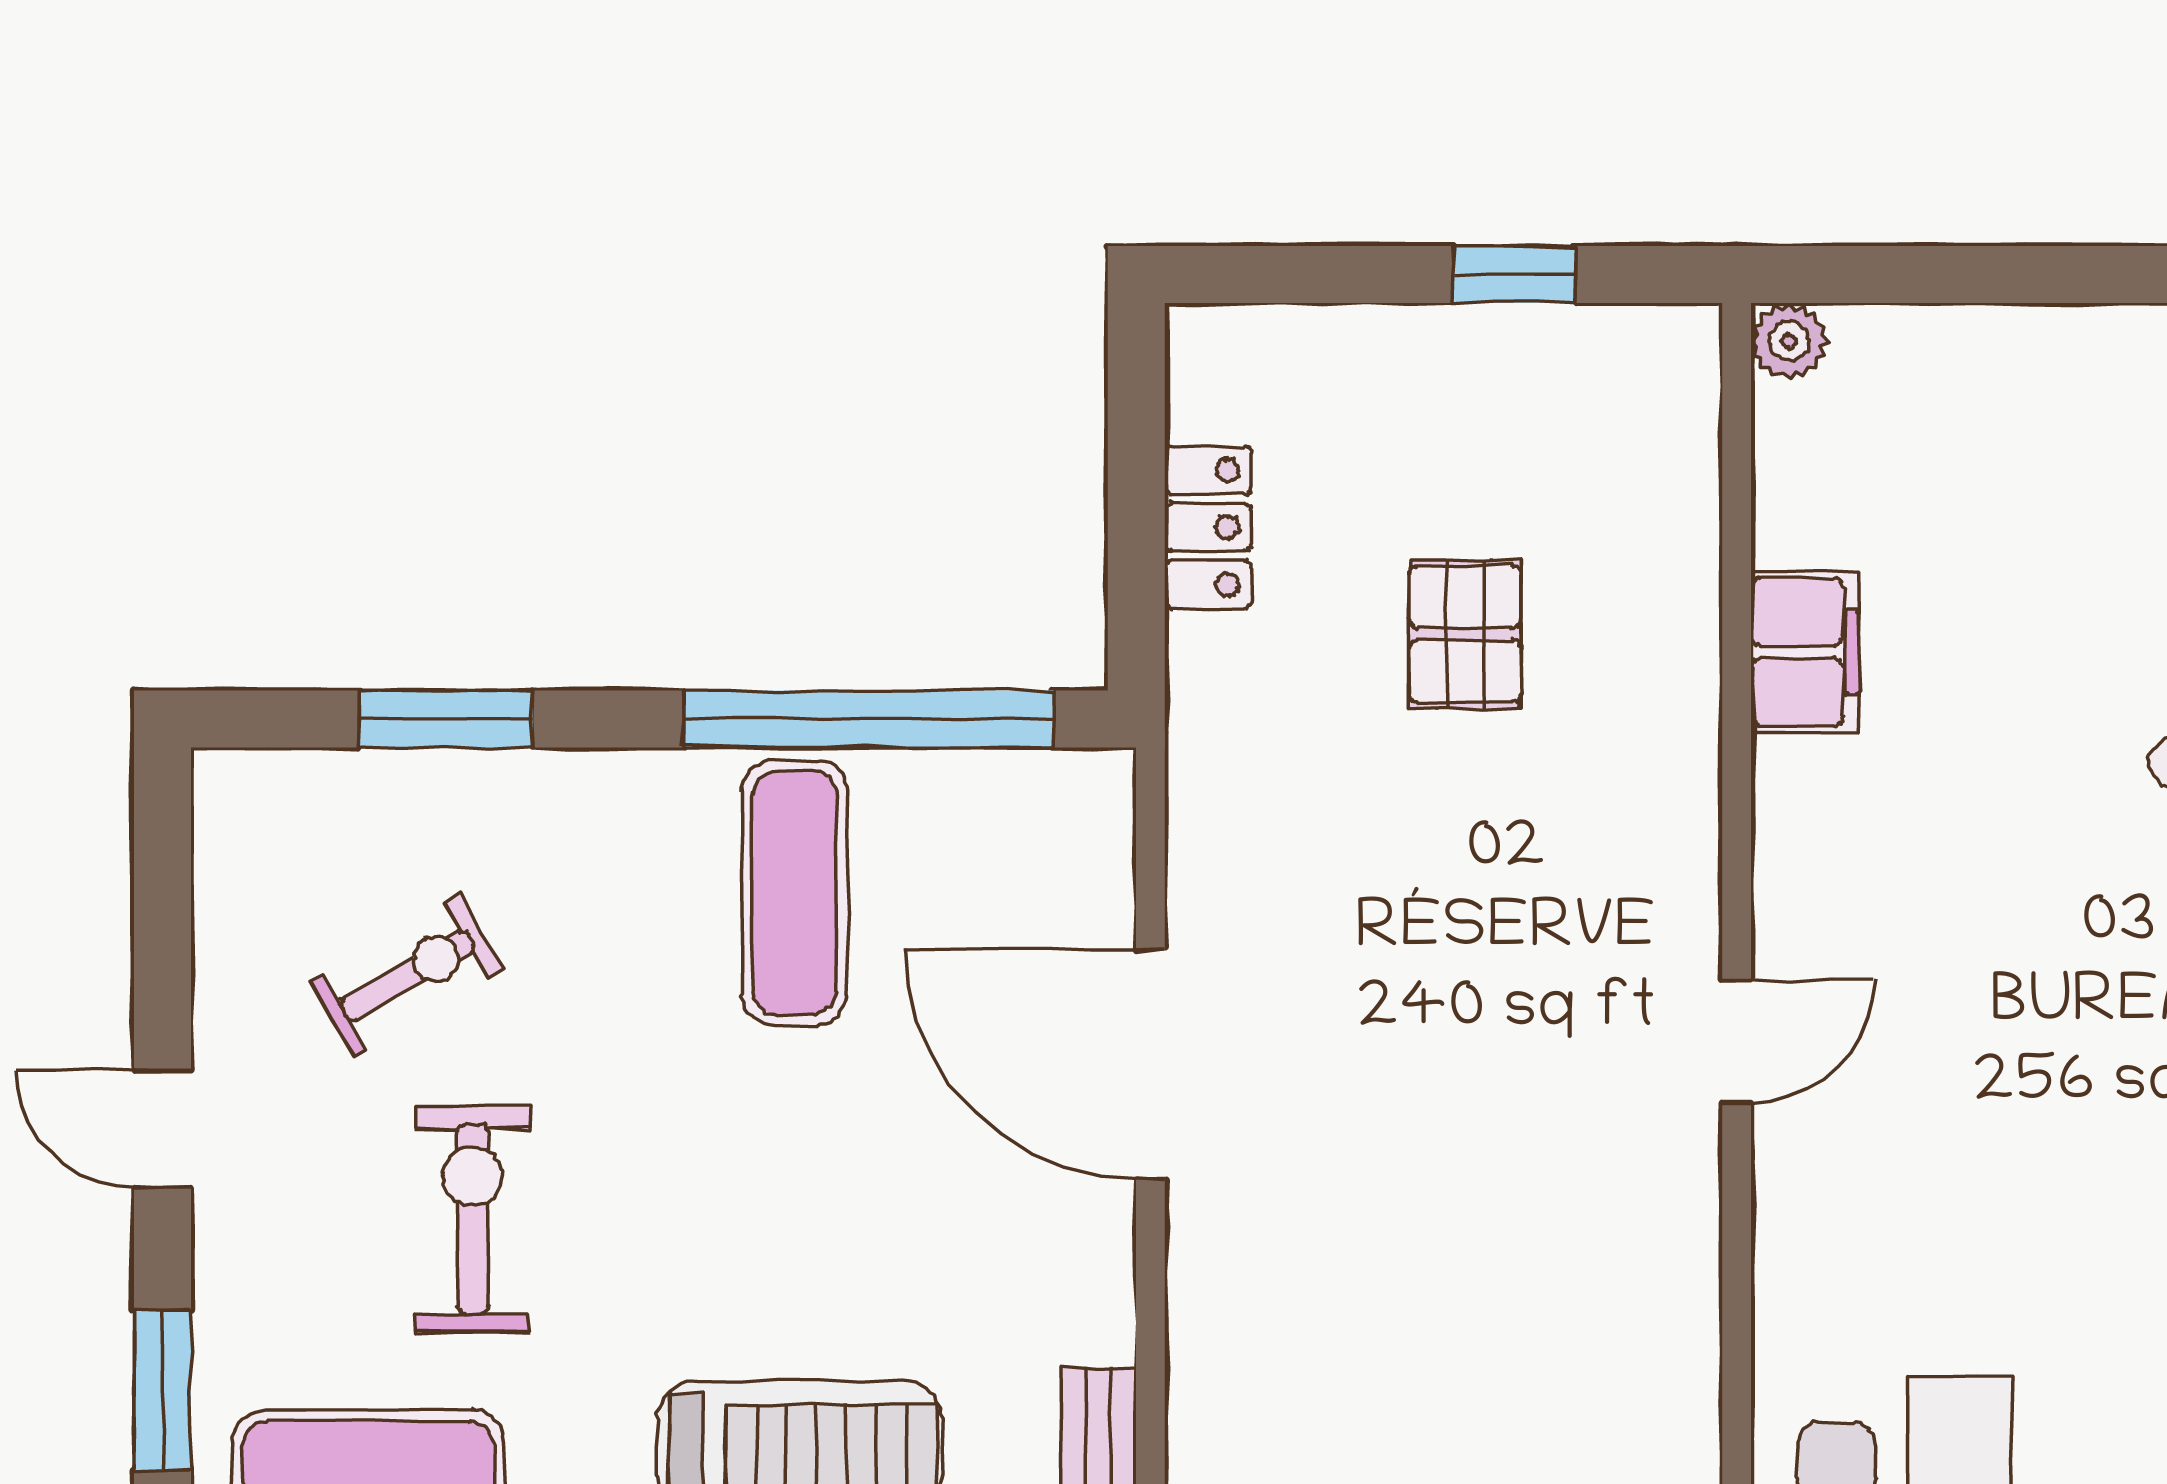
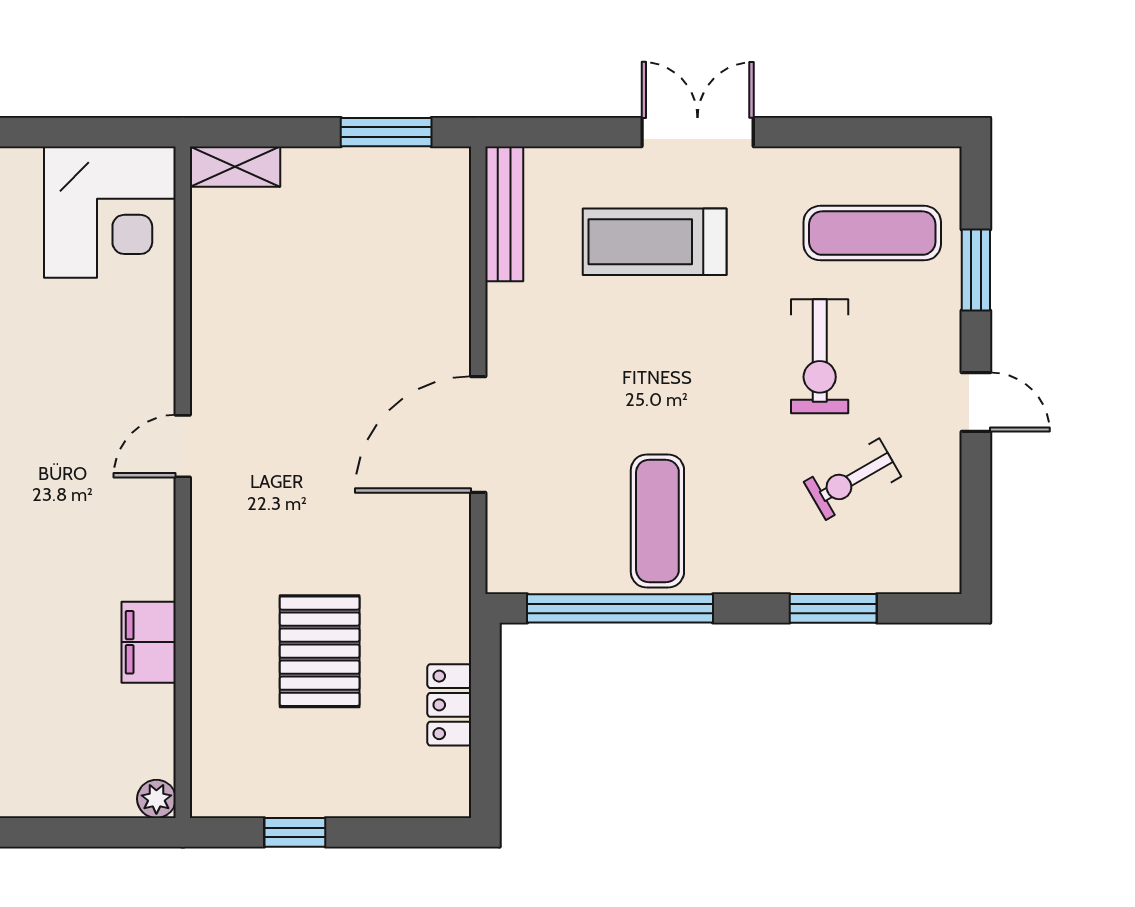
pallet: (1465, 634) -> (320, 651), width x1.50, depth x1.42
door: (1150, 1064) -> (478, 434), swing flipped

